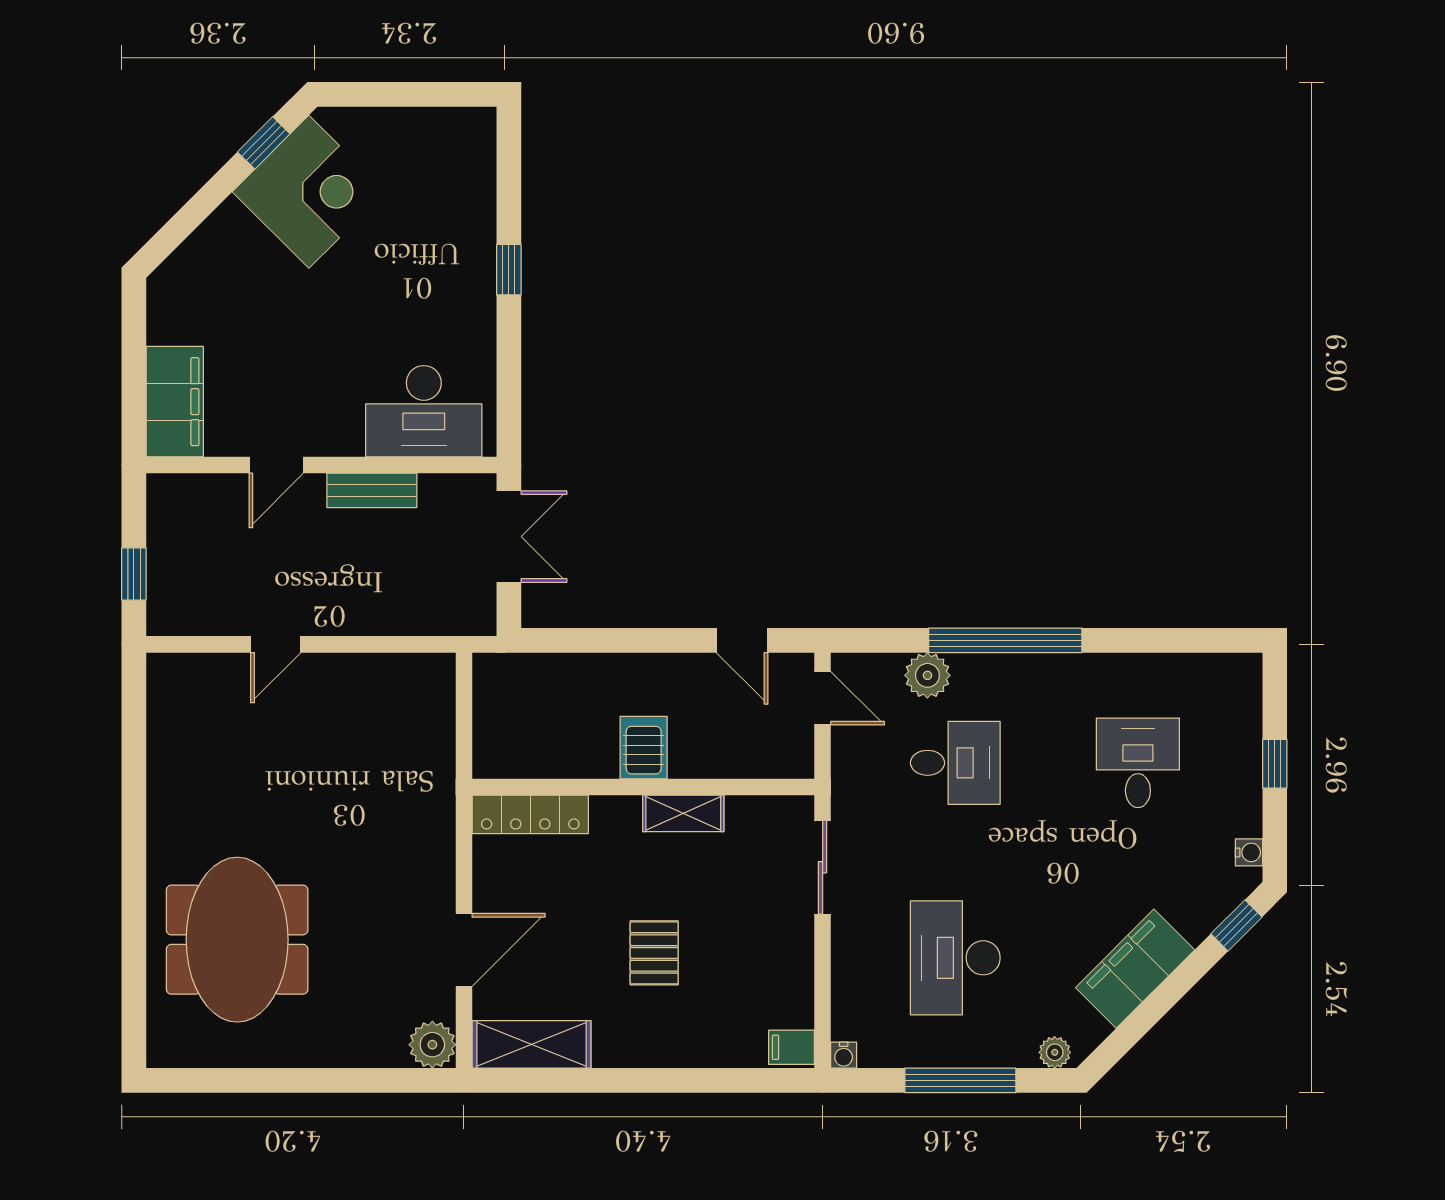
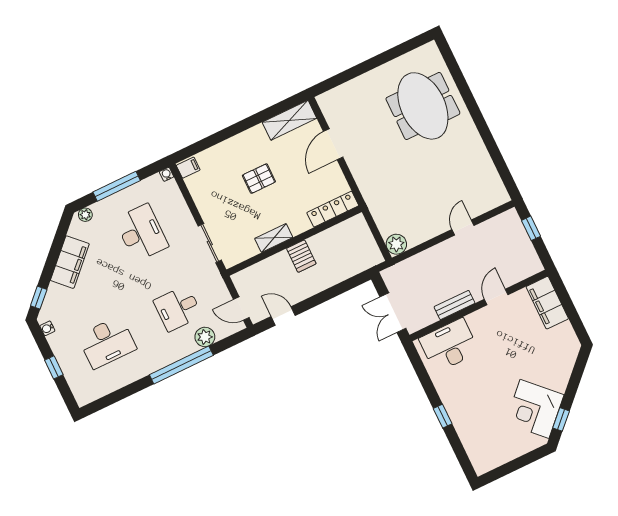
desk: (1138, 763) -> (107, 342), width x1.37
pallet: (654, 953) -> (259, 179), turned 90
plant: (432, 1045) -> (396, 244), moved

